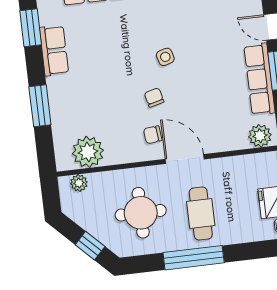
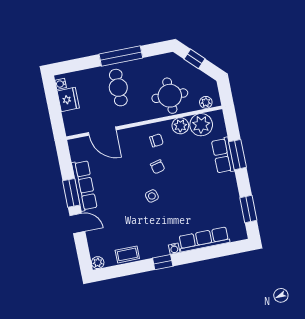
row of seats: (54, 51) -> (223, 156), moved
plant: (260, 136) -> (180, 126), moved
door: (185, 159) -> (102, 131), moved
round table: (141, 213) -> (170, 96), moved

